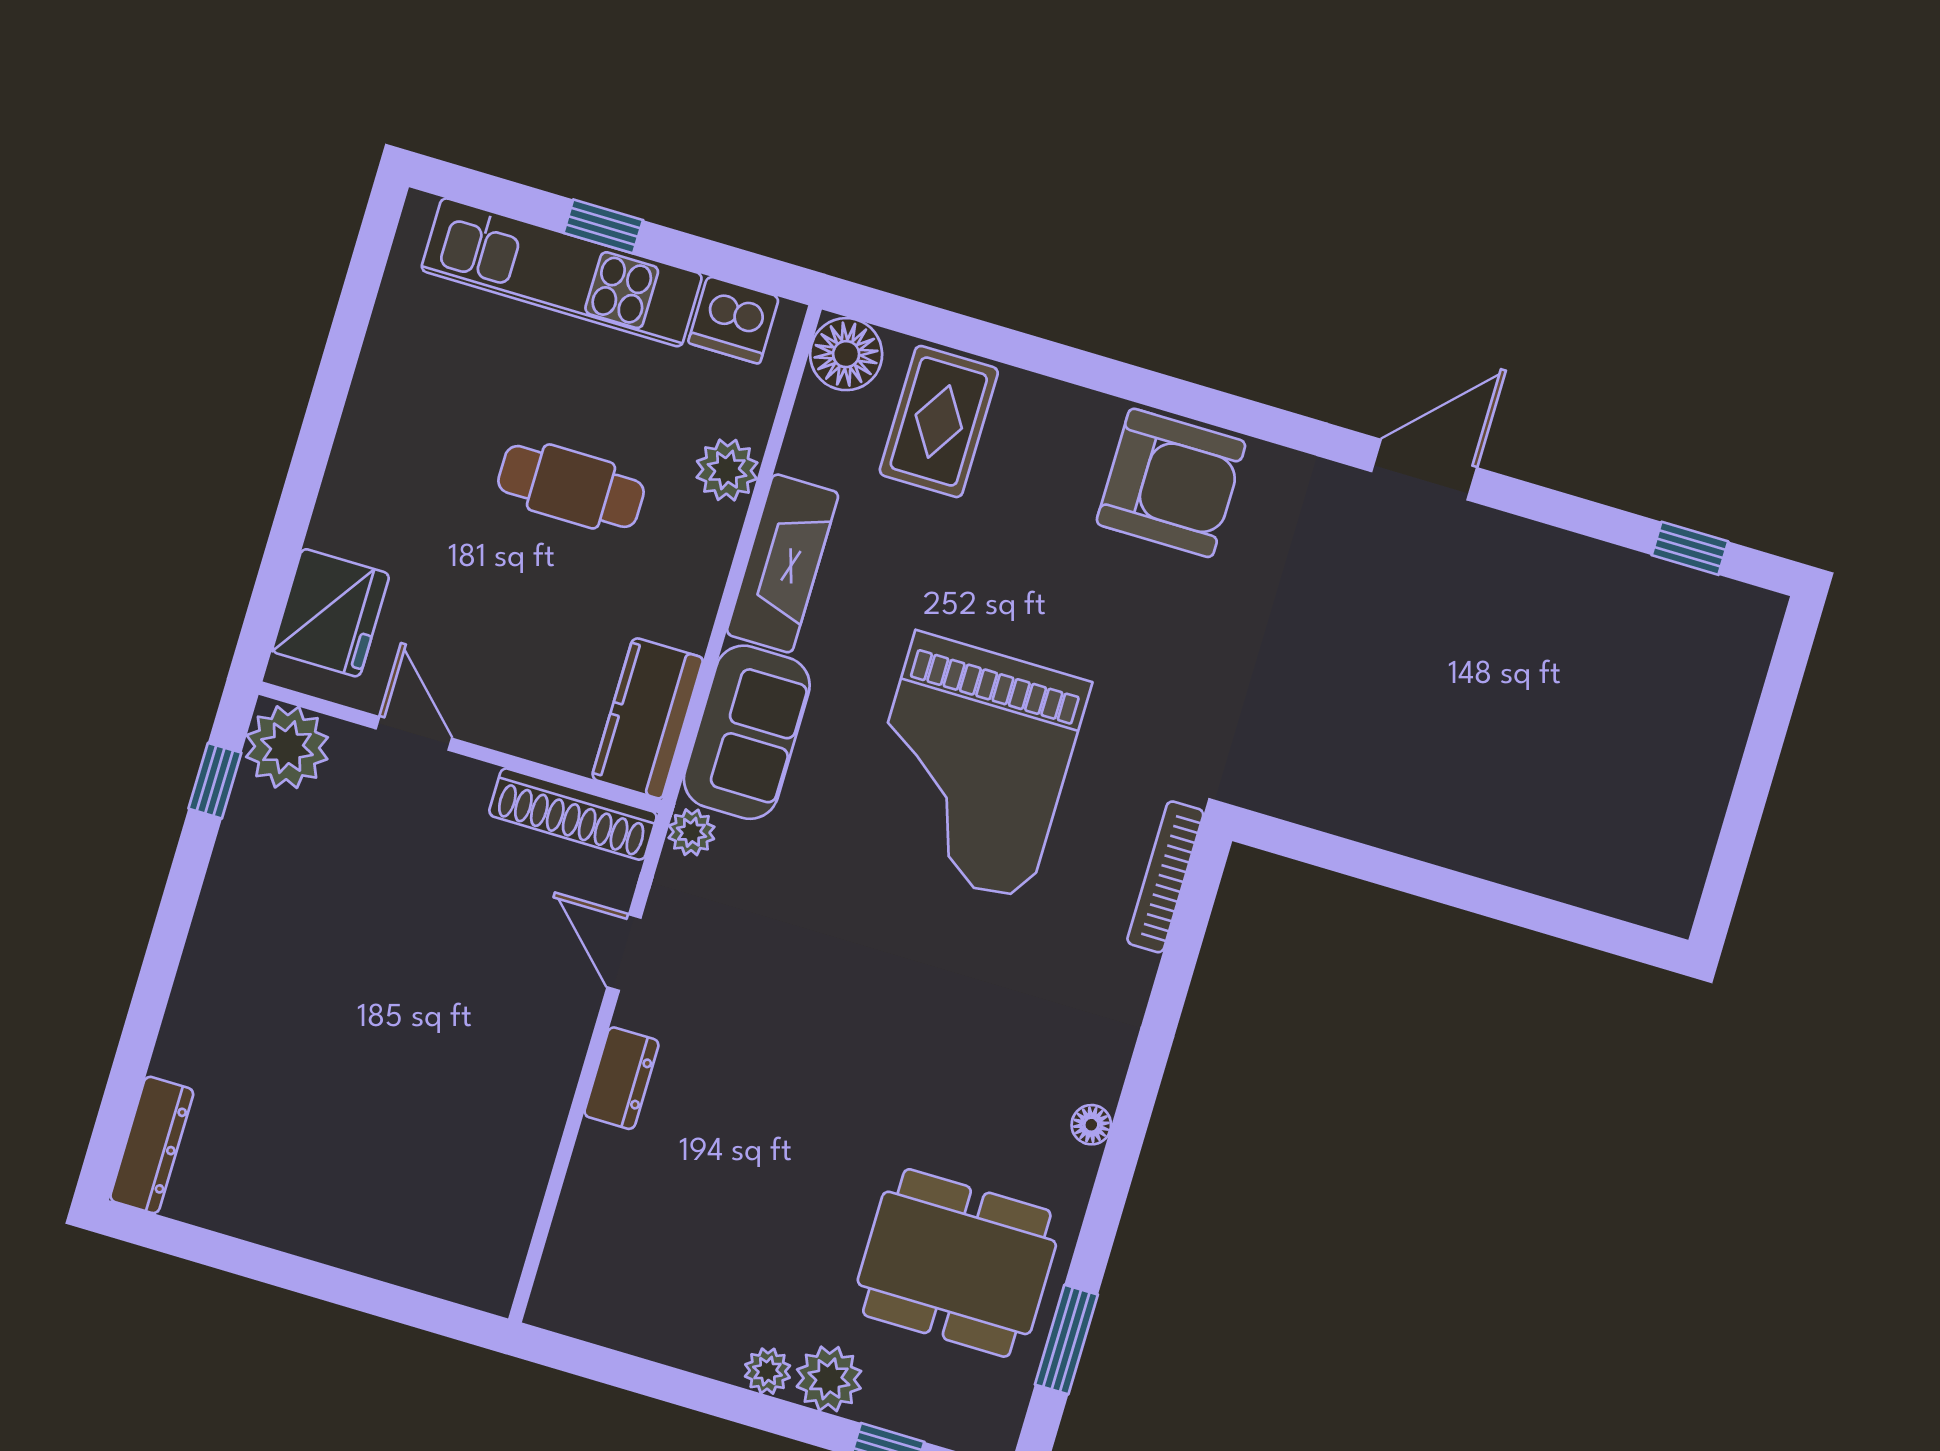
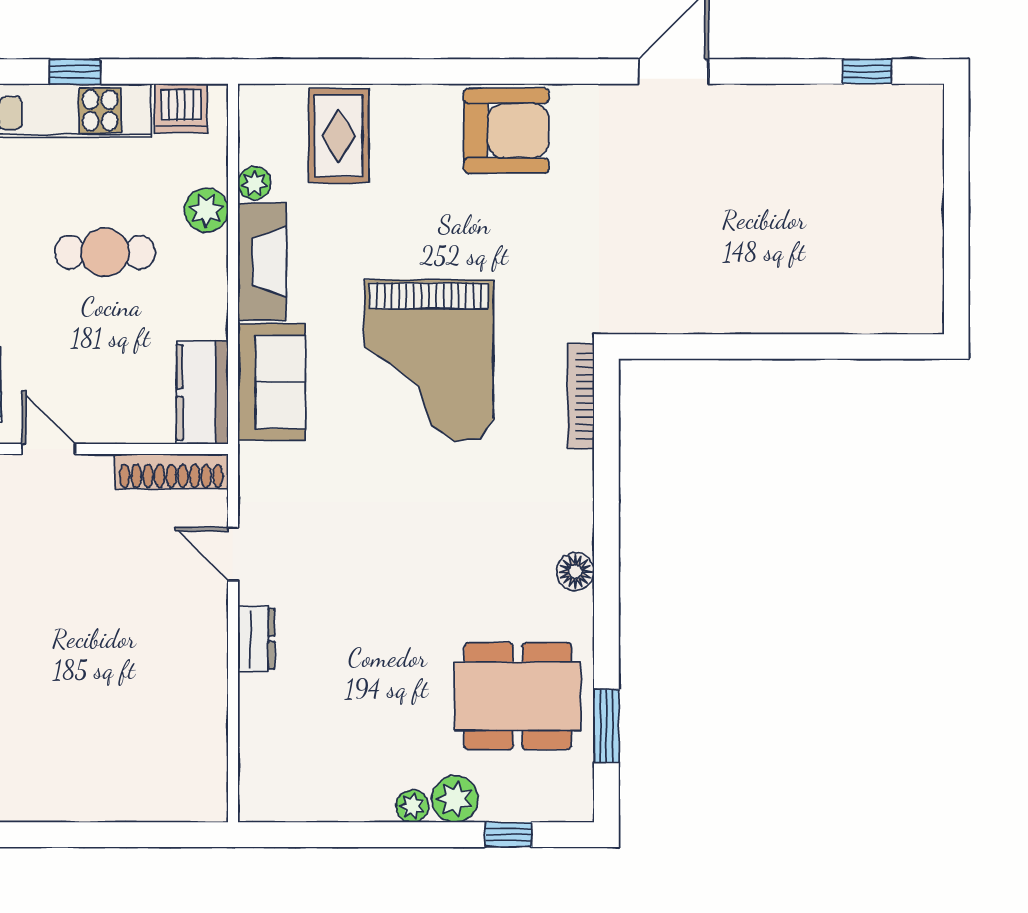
floor lamp: (846, 354) -> (263, 109), removed
plant: (691, 832) -> (254, 183), moved
floor lamp: (1091, 1125) -> (575, 572), width x1.37, depth x1.37

